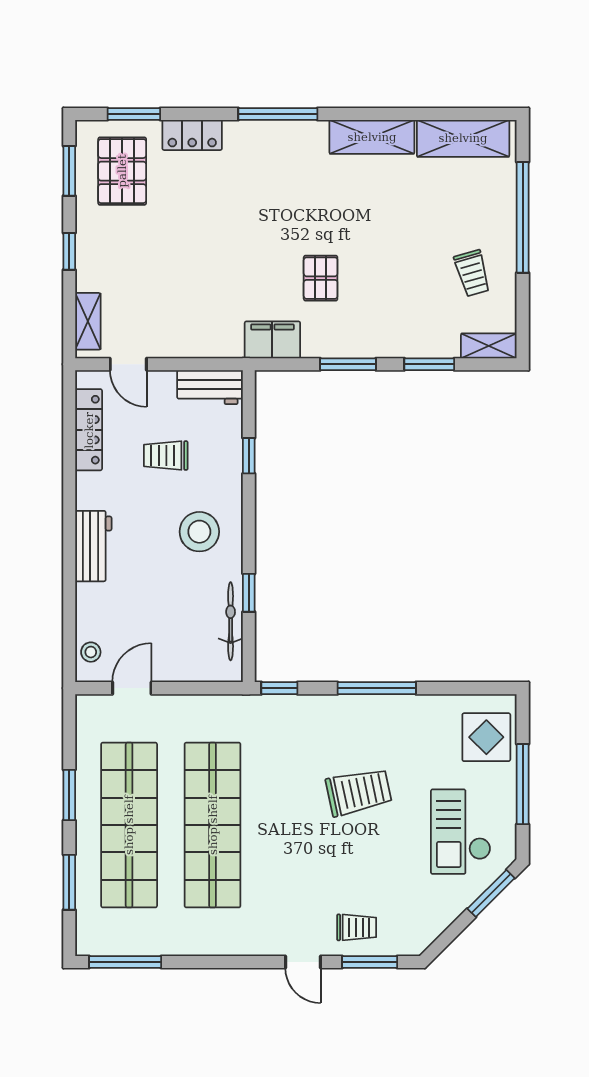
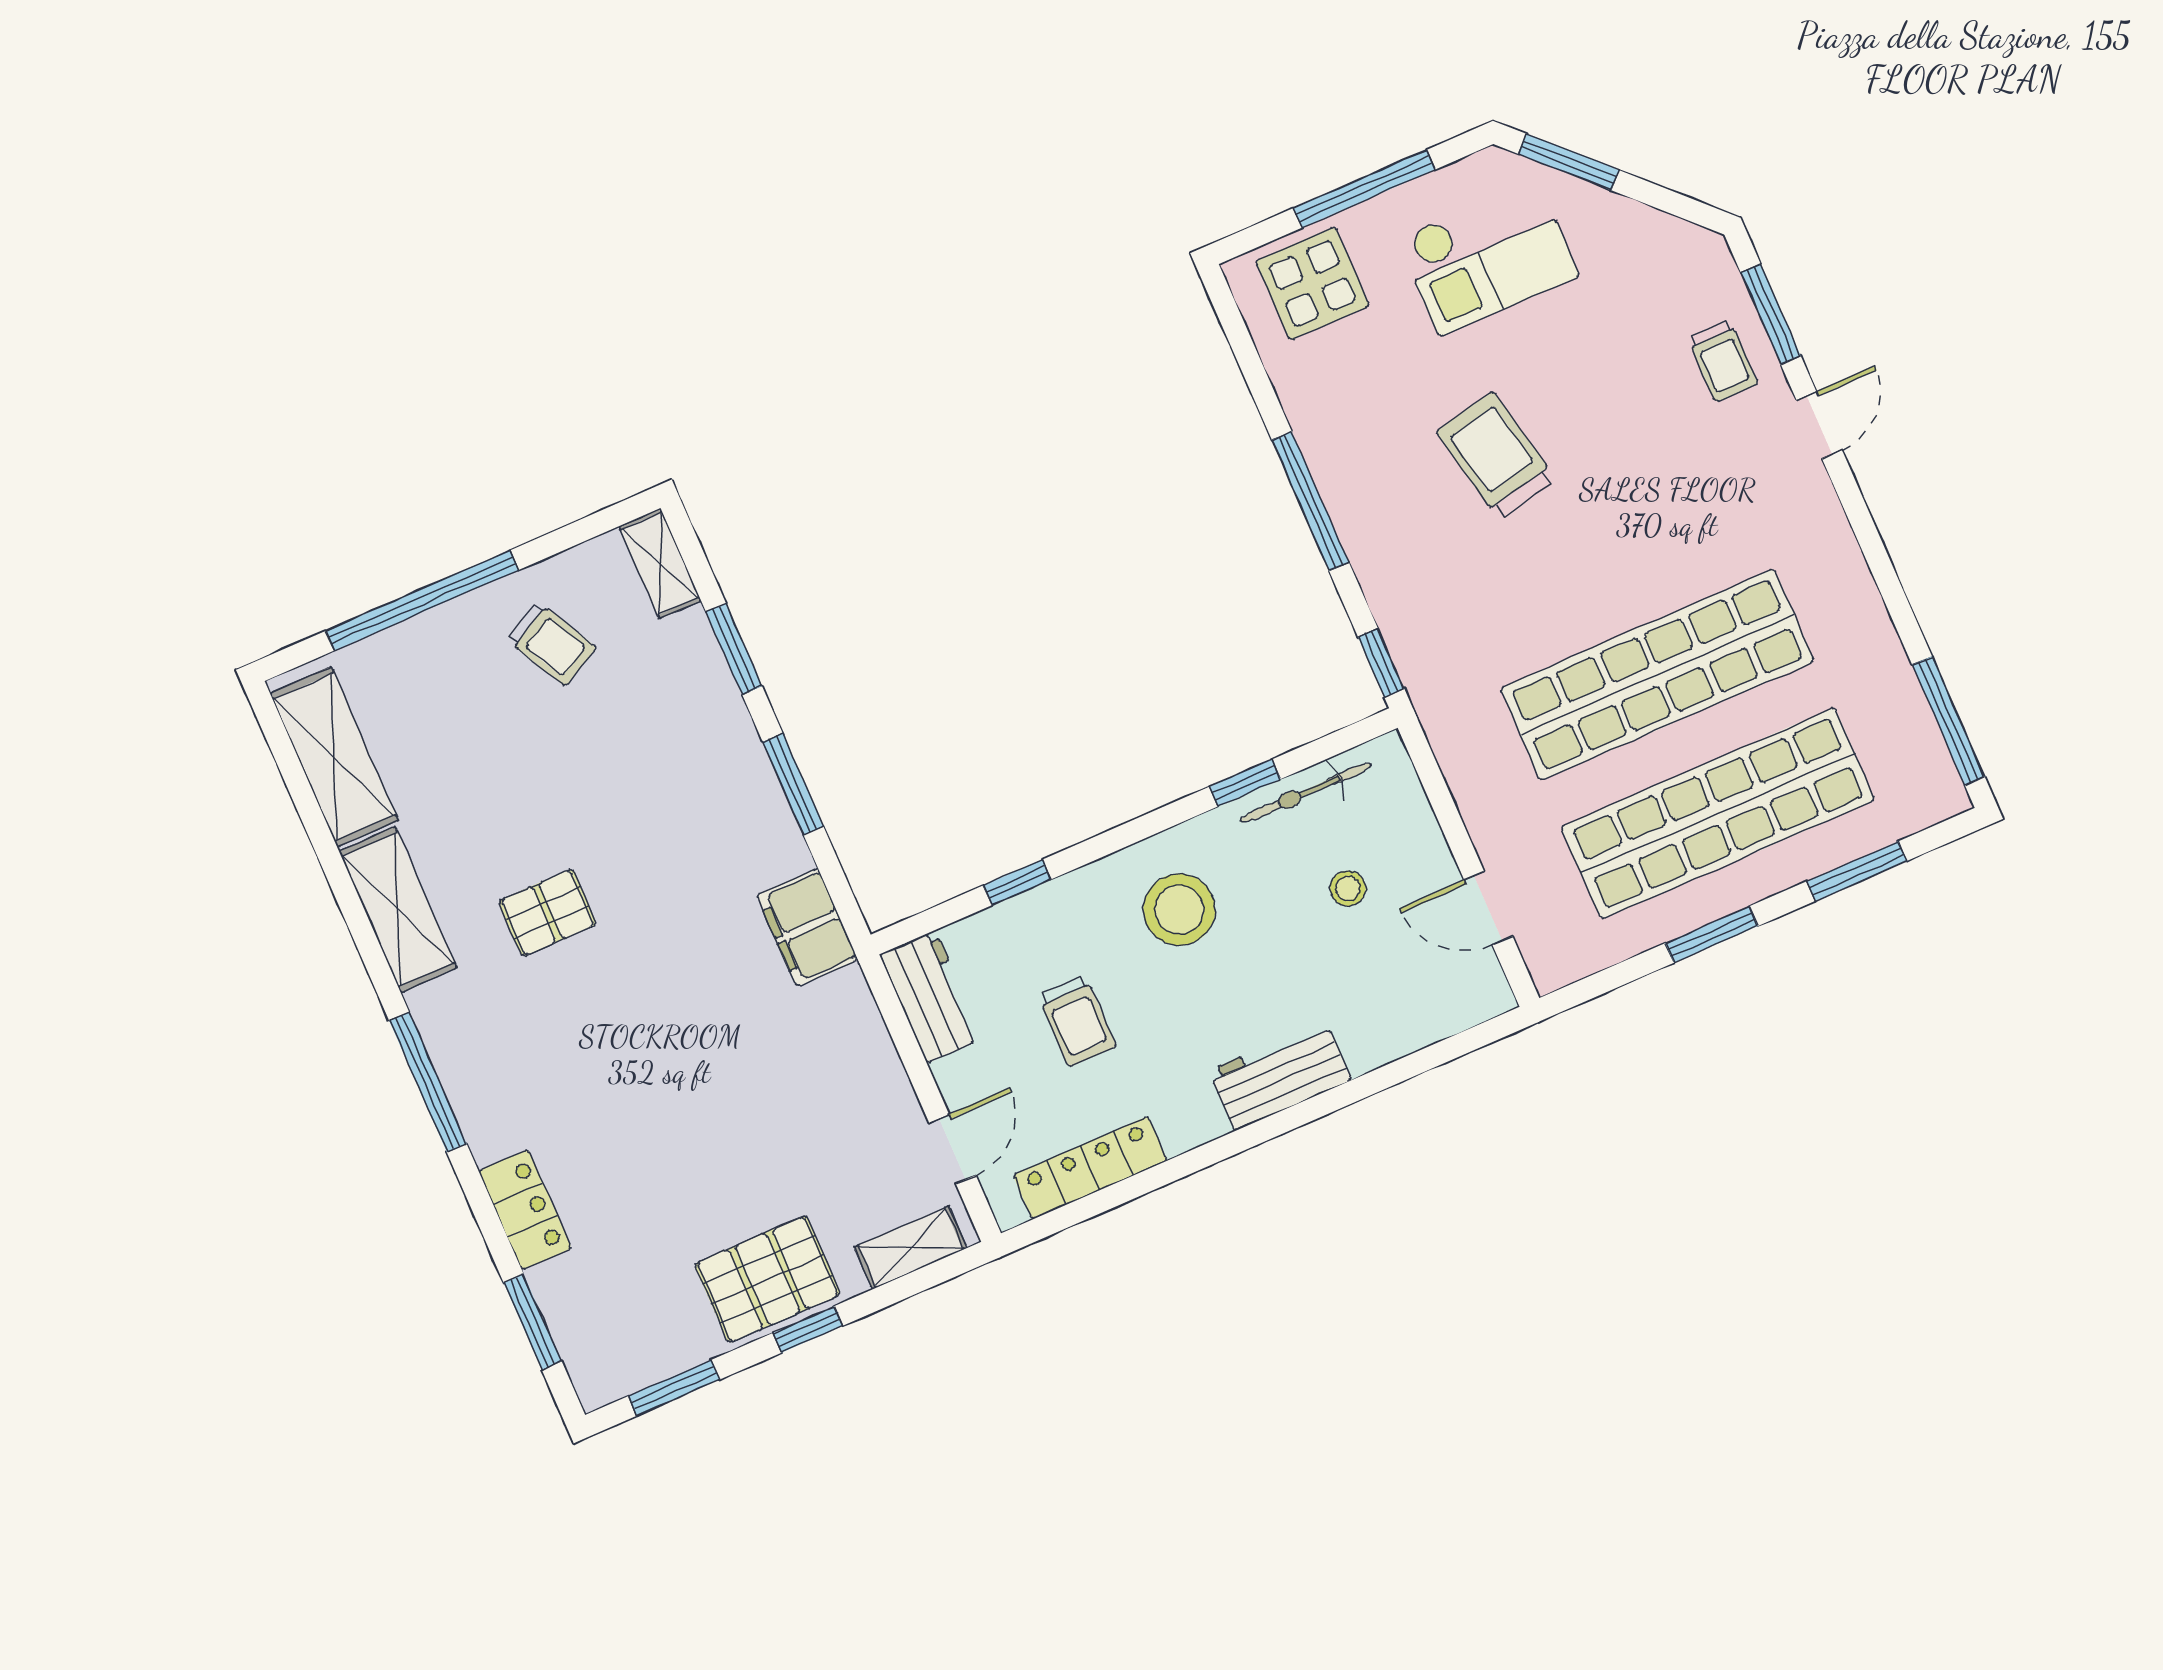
pallet: (122, 171) -> (767, 1279), moved
trolley: (472, 273) -> (551, 644), turned 78
pallet: (321, 278) -> (547, 913), moved
stool: (91, 652) -> (1348, 888), moved
trolley: (357, 927) -> (1723, 361), turned 180

